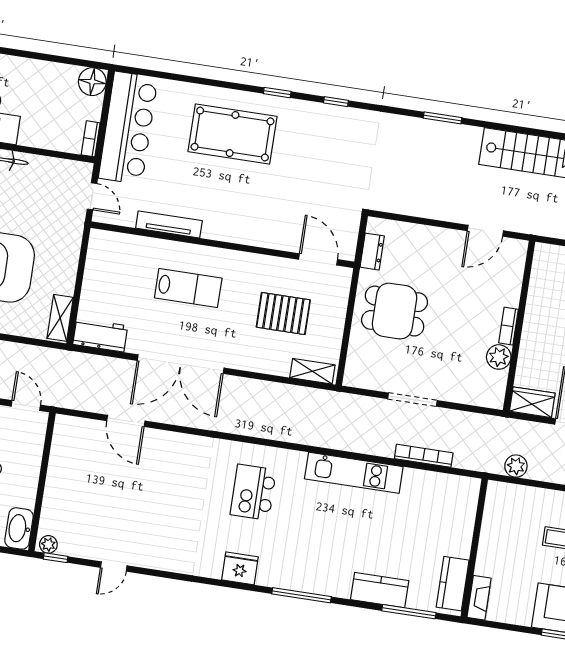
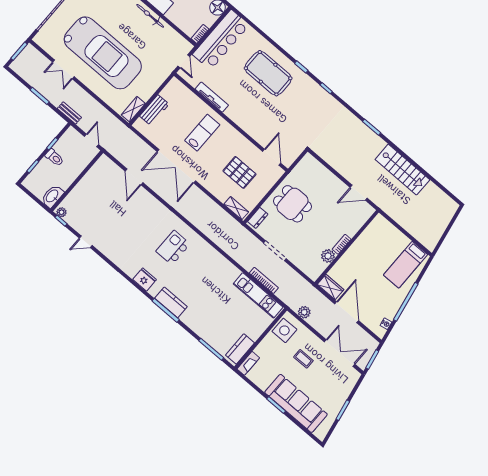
dresser: (372, 252) -> (258, 218), moved
lab bench: (188, 288) -> (202, 133), turned -90
workbench: (100, 335) -> (154, 110), moved, turned 90
kitchen unit: (354, 473) -> (258, 295), moved
side table: (503, 513) -> (284, 330), added
kitchen counter: (380, 590) -> (171, 302), moved

